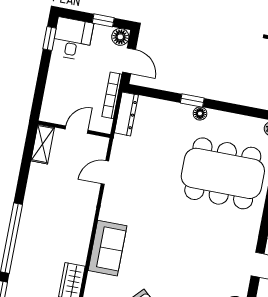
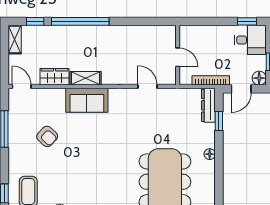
window: (192, 101) -> (219, 121), moved
dresser: (126, 114) -> (208, 105), moved, turned 90
shelving: (43, 144) -> (86, 78), moved

